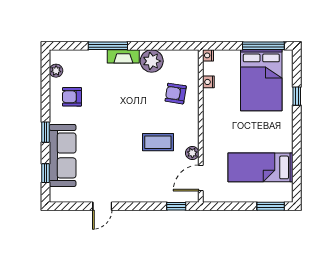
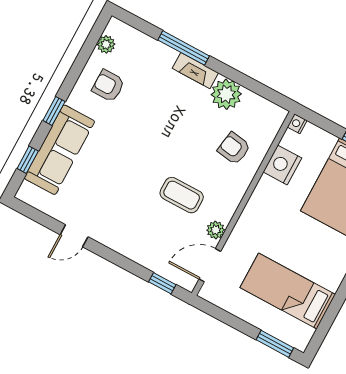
nightstand: (208, 82) -> (282, 165), width x1.89, depth x1.79

